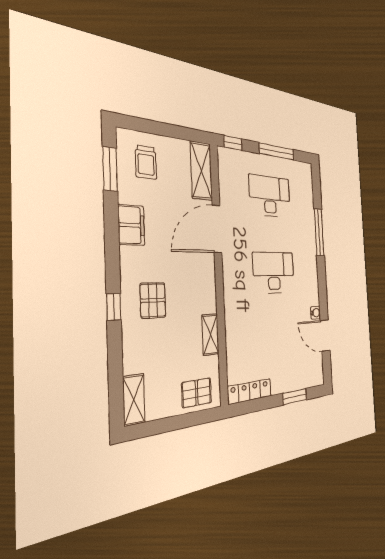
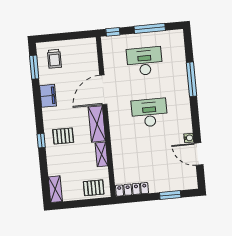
shelving: (201, 171) -> (97, 124), moved
pallet: (153, 300) -> (63, 136), turned 90

